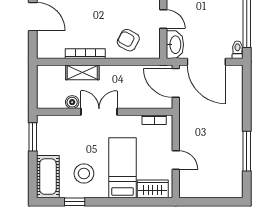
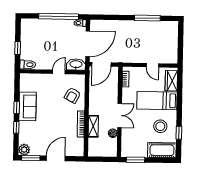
double door: (99, 112) -> (120, 116), swing flipped
door: (176, 160) -> (152, 65), swing flipped

